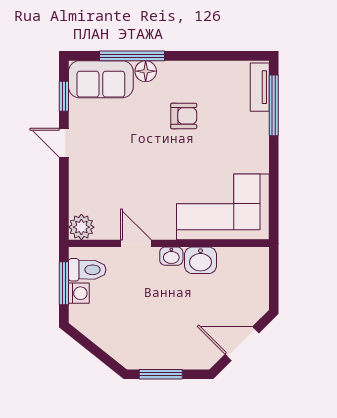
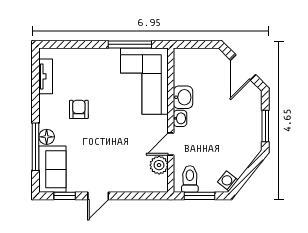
tv unit: (260, 87) -> (46, 76), moved, turned -90
window: (274, 105) -> (130, 44), moved
plant: (81, 227) -> (159, 165), moved
washing machine: (79, 293) -> (228, 181), moved, turned -51

